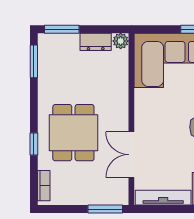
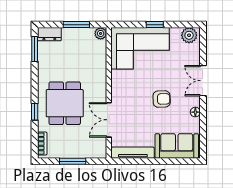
window: (62, 29) -> (76, 25), moved
dresser: (96, 42) -> (49, 34), moved
window: (105, 209) -> (73, 161), moved

